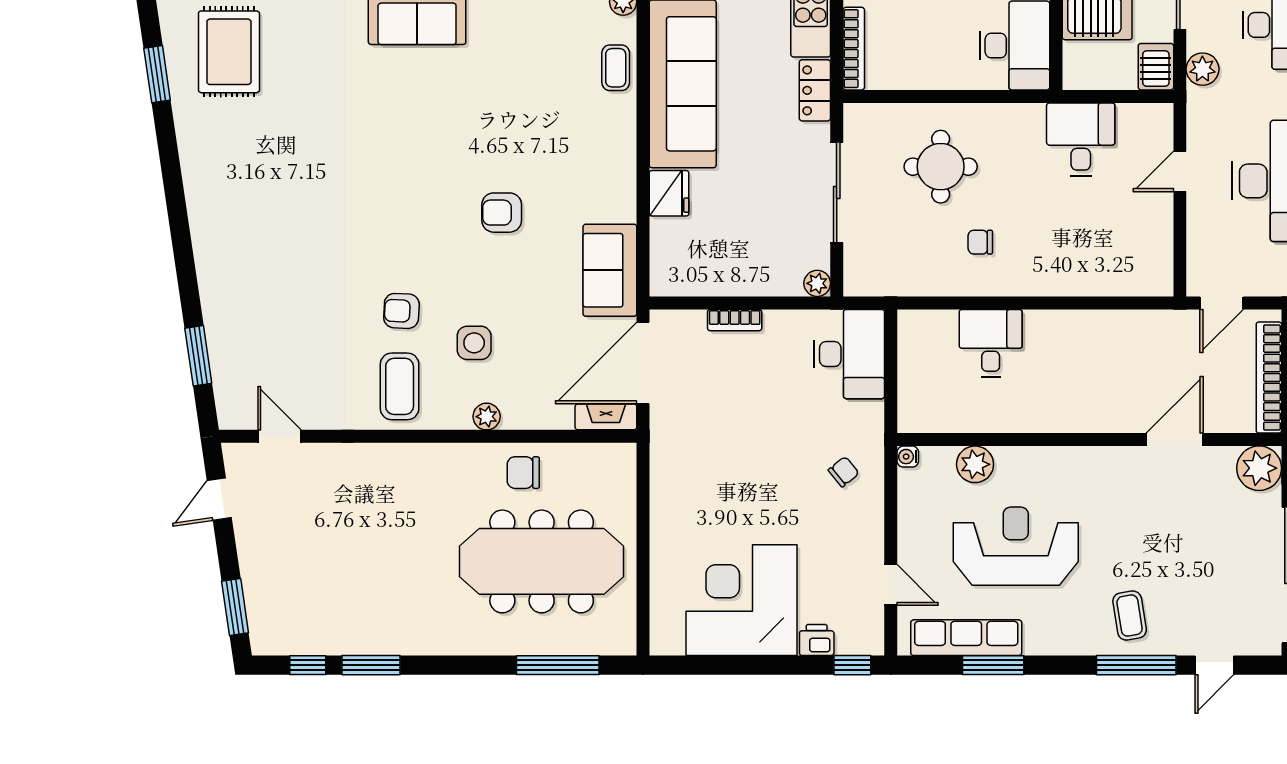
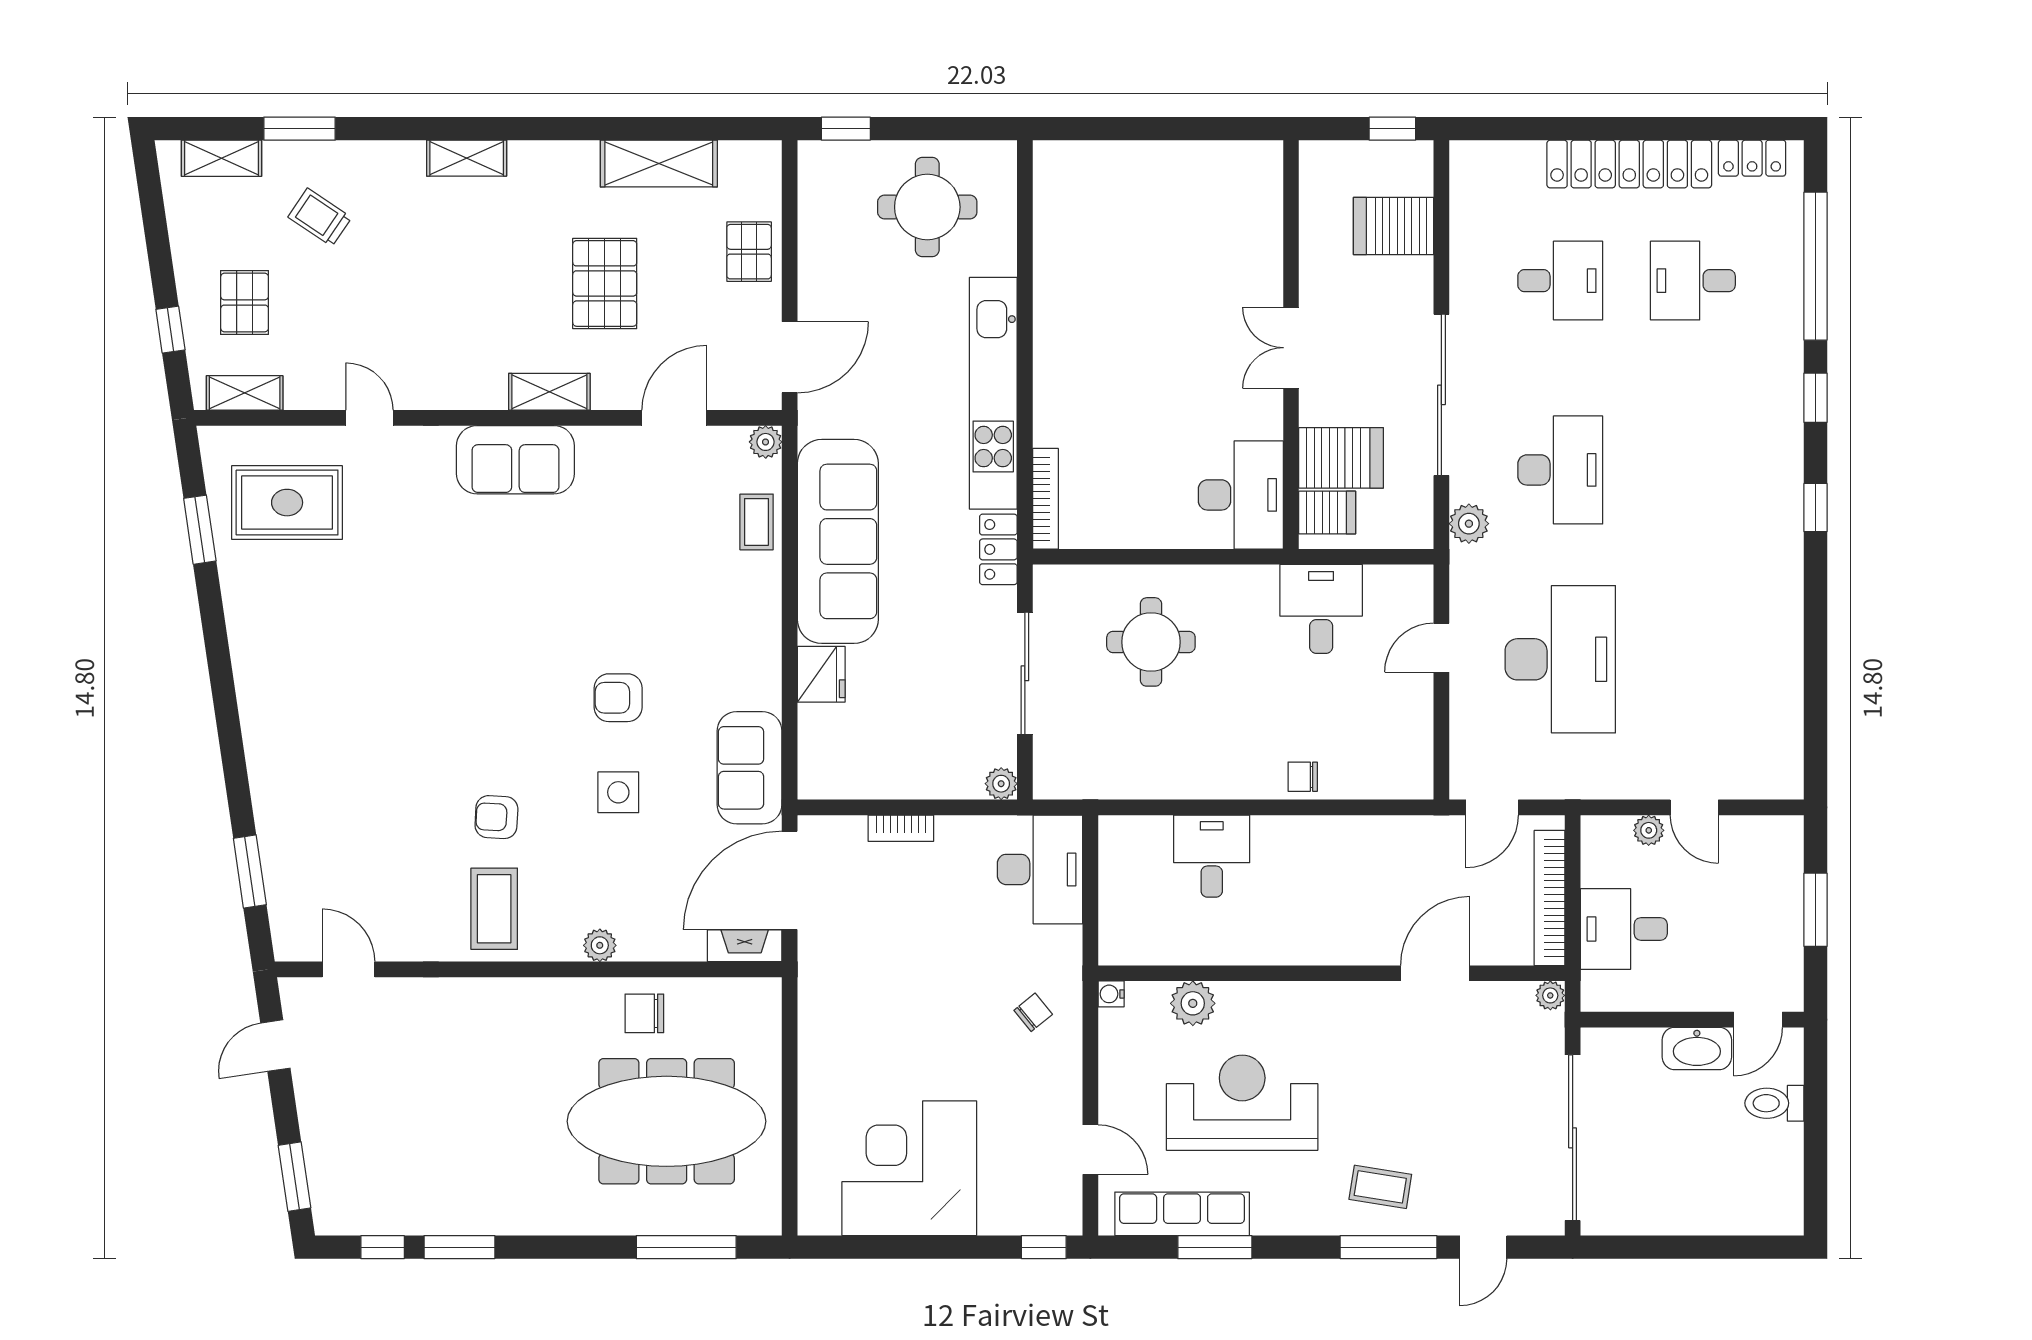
rug: (229, 52) -> (287, 503), turned 90
server rack: (1156, 67) -> (1327, 513), moved, turned 90
chair: (980, 242) -> (1303, 777), moved
side table: (474, 343) -> (618, 792), moved
plant: (1259, 468) -> (1550, 995), width x0.53, depth x0.53
coffee table: (1130, 616) -> (1380, 1187), turned -72
printer: (817, 640) -> (1001, 1217), removed

